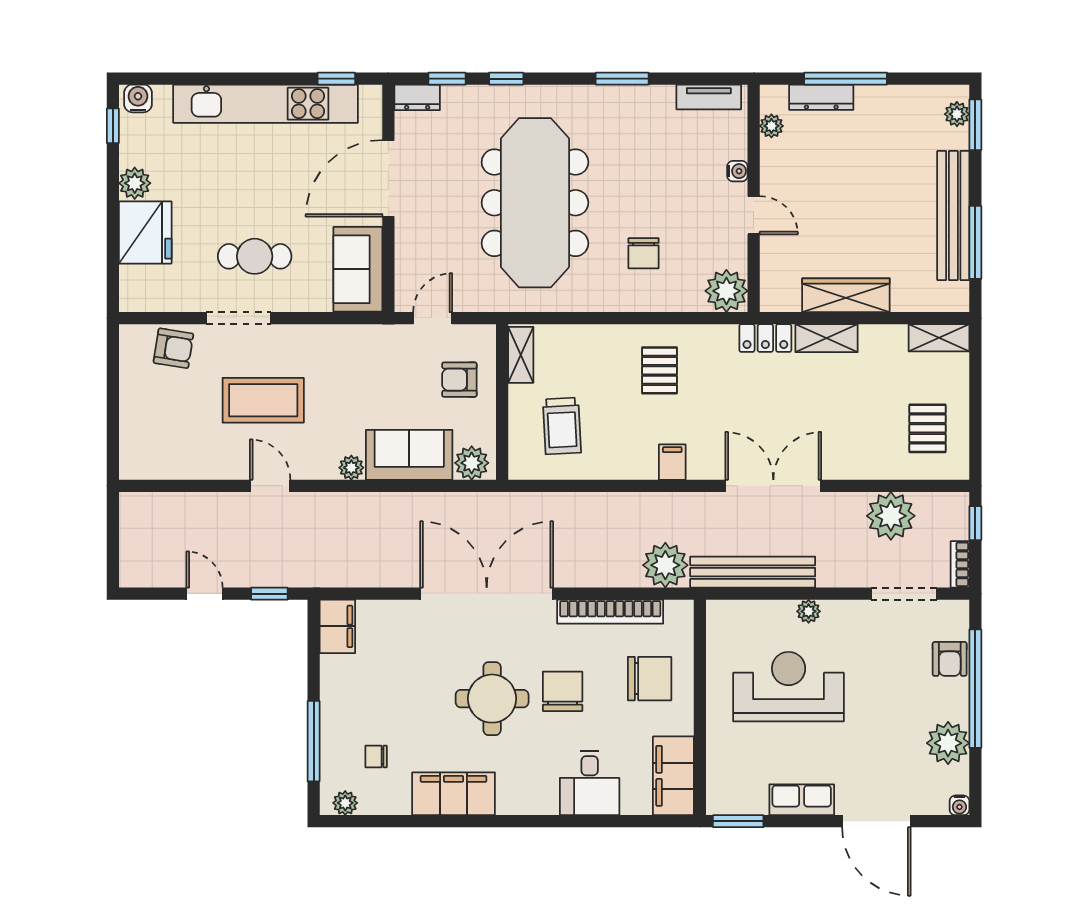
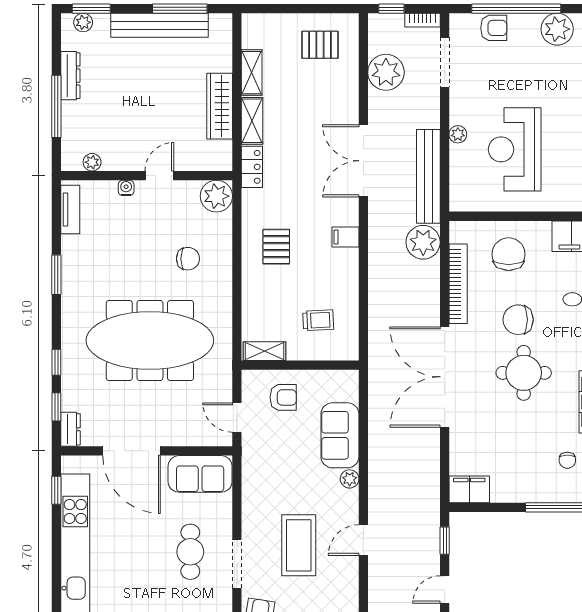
dresser: (821, 97) -> (70, 76), moved
shelving: (939, 338) -> (252, 73), moved
pallet: (659, 370) -> (276, 247), turned 90
armchair: (459, 380) -> (283, 397), turned -90
trolley: (562, 426) -> (318, 320), width x0.73, depth x0.72
plant: (472, 463) -> (346, 388), removed

